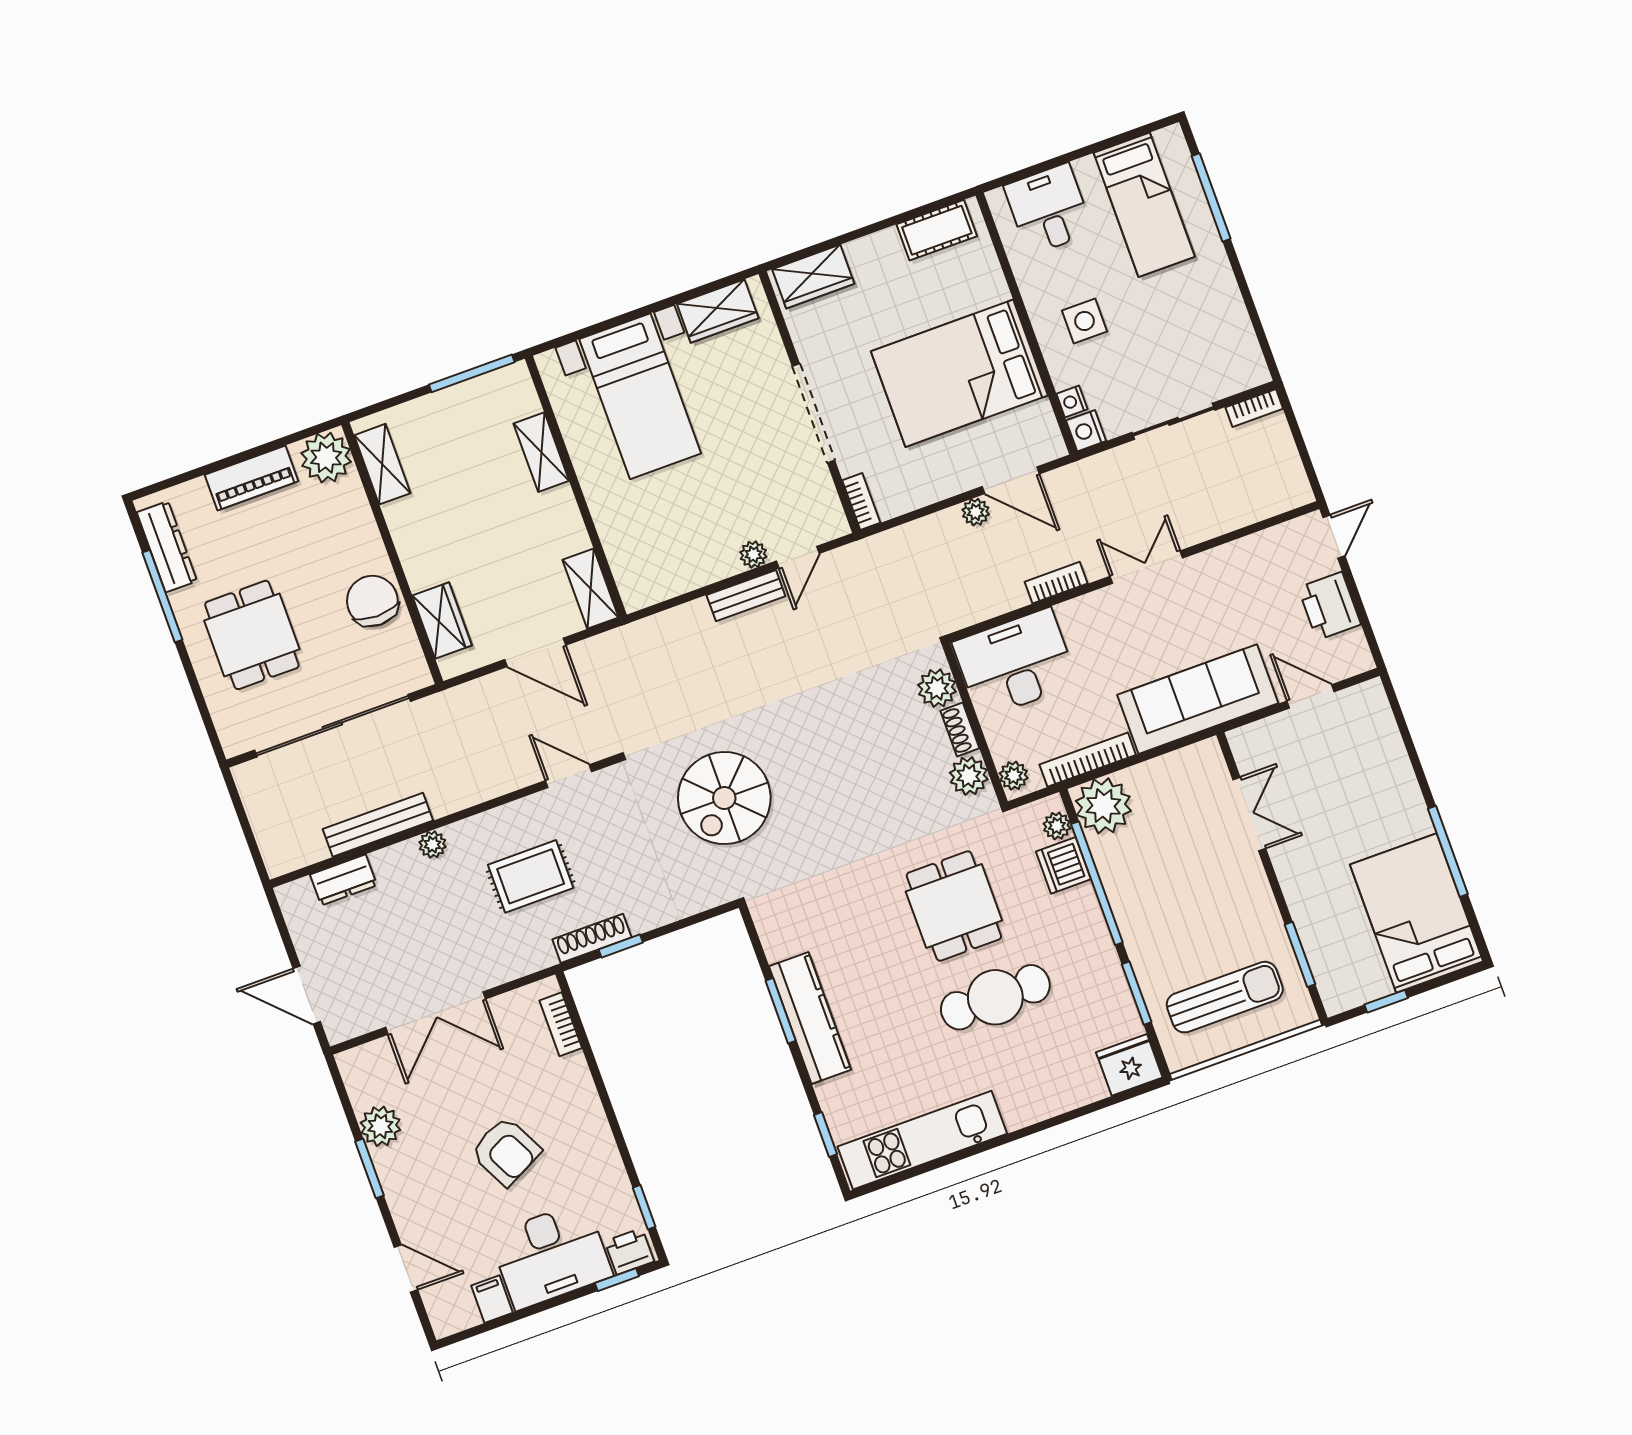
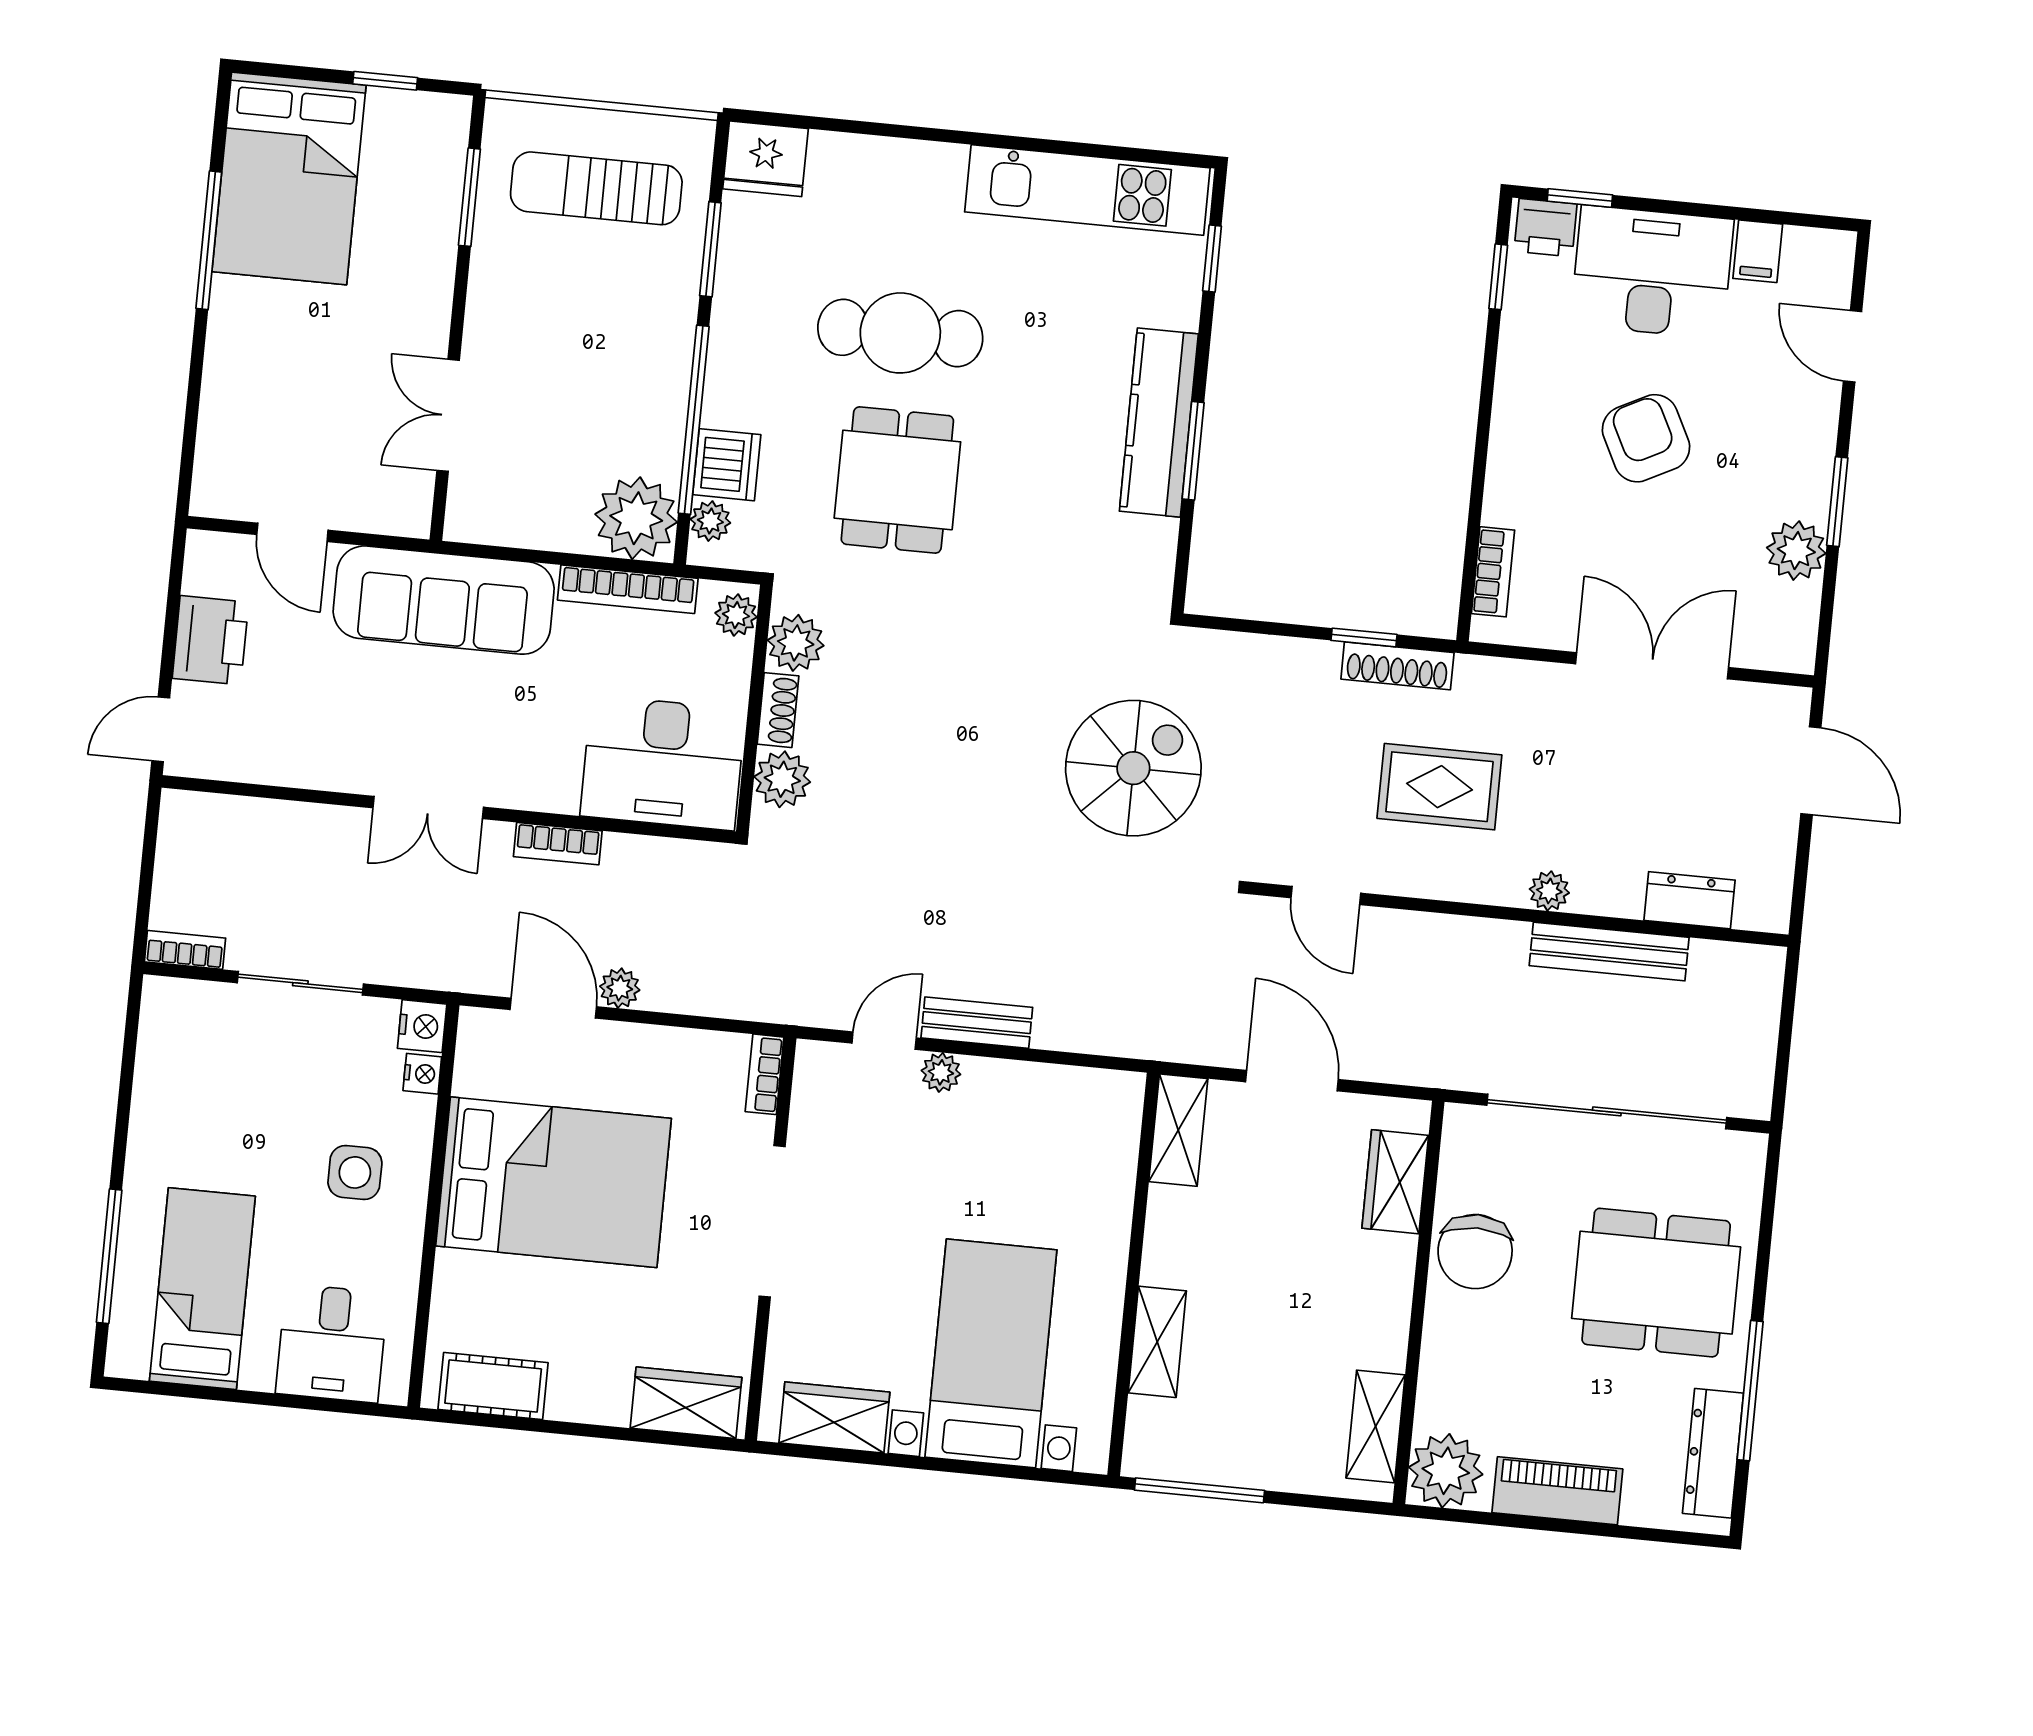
dining table: (252, 635) -> (1656, 1283), width x1.37

